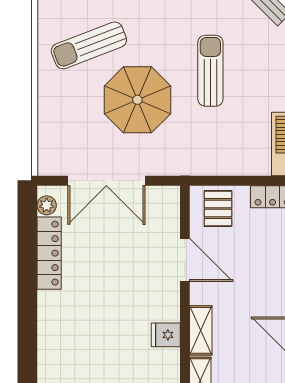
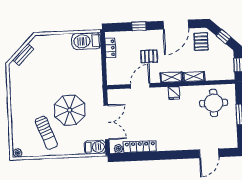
sun lounger: (210, 71) -> (55, 78), removed
barbecue: (52, 153) -> (95, 147), added
pallet: (218, 209) -> (149, 56), moved

